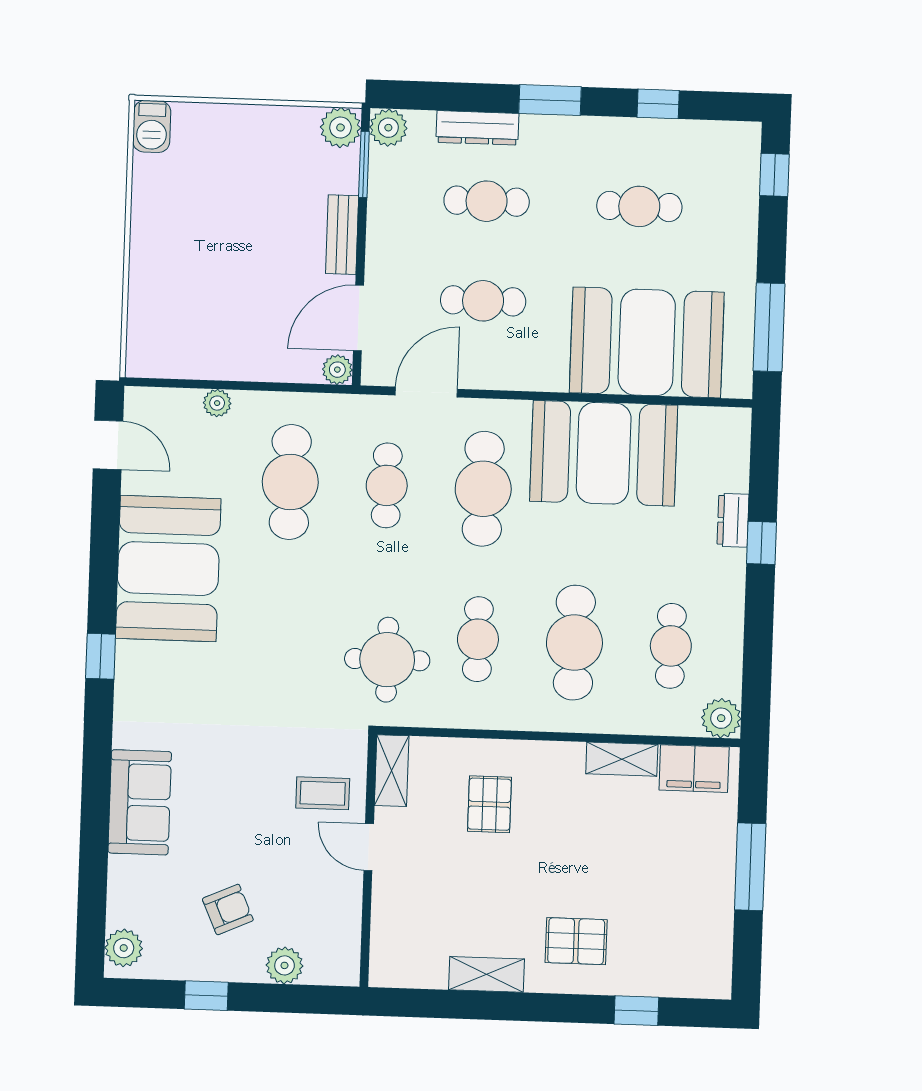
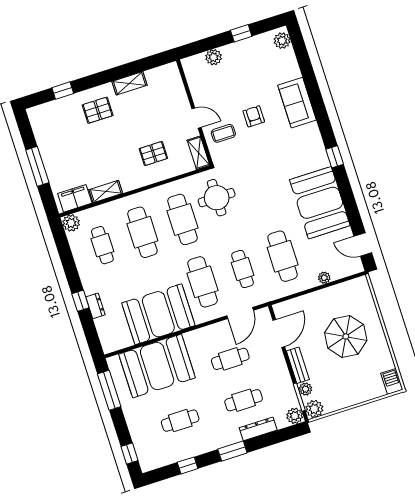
parasol: (216, 259) -> (346, 336), added
plant: (337, 370) -> (305, 389), moved
cafe table: (478, 639) -> (182, 219), width x1.37, depth x1.35
pallet: (489, 804) -> (153, 154), turned 90
armchair: (228, 909) -> (254, 116), moved, turned 114

